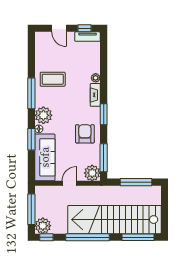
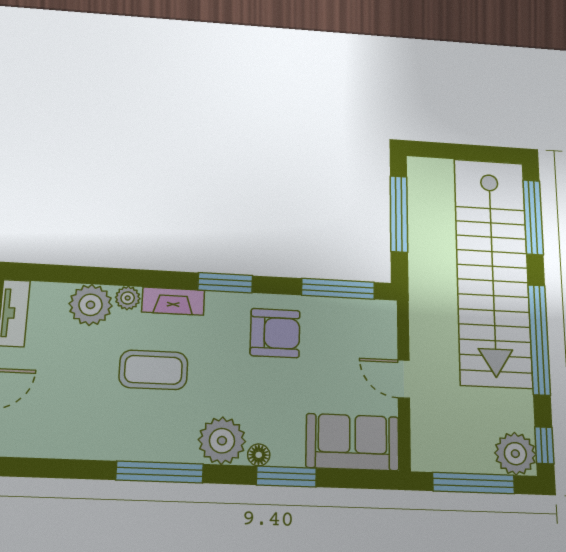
coffee table: (53, 79) -> (153, 370), moved, turned 90
armchair: (85, 134) -> (275, 333), turned 180
sofa: (45, 157) -> (353, 442), width x0.73
plant: (92, 173) -> (91, 305), moved

